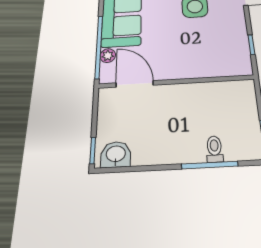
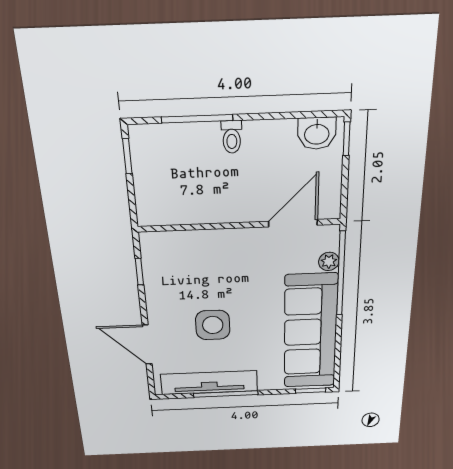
door: (135, 84) -> (293, 223), swing flipped
toilet: (214, 149) -> (232, 137), moved

